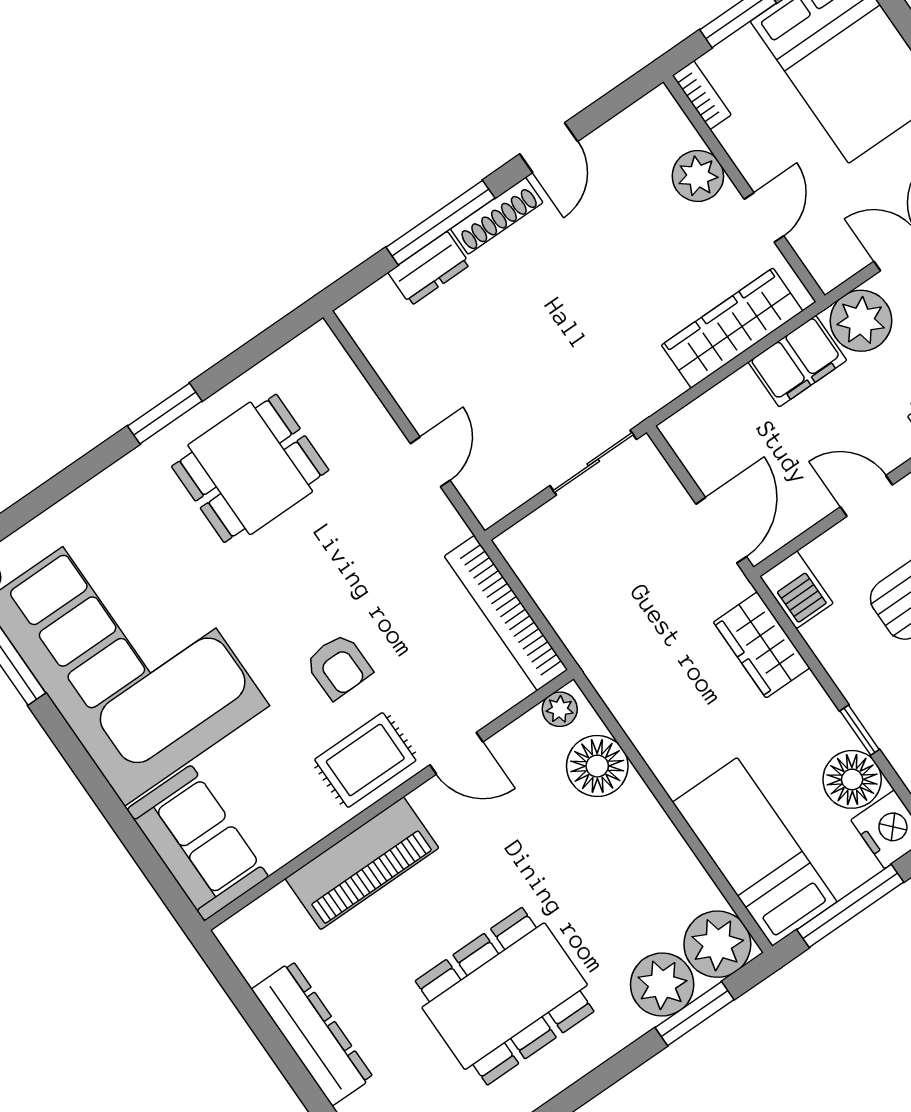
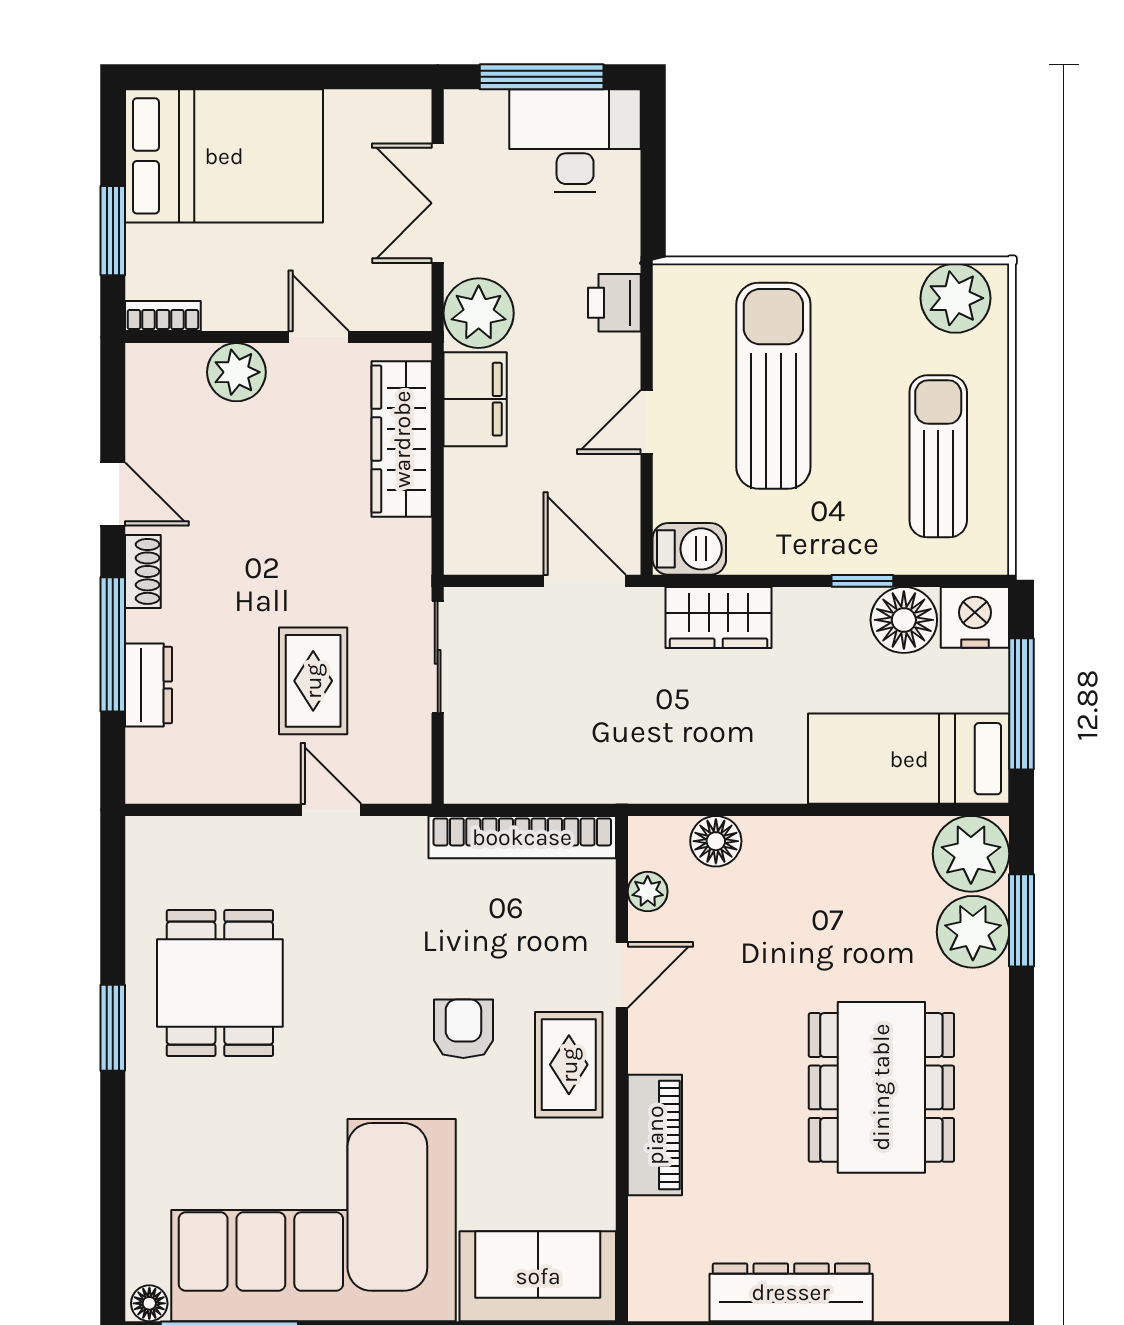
shoe rack: (497, 216) -> (143, 571), width x0.70
rug: (514, 385) -> (313, 681), added
armchair: (339, 666) -> (463, 1029), turned -89
plant: (560, 709) -> (648, 892), moved
floor lamp: (597, 766) -> (716, 841), width x0.73, depth x0.73
piano: (362, 863) -> (655, 1135), width x0.73, depth x0.75

